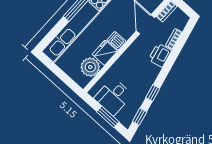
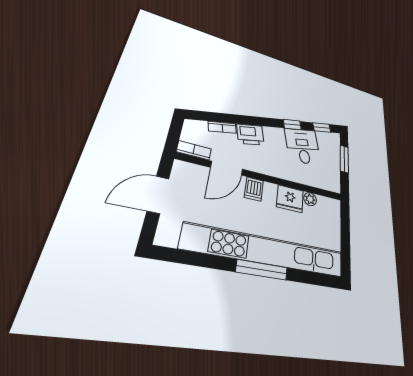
dishwasher: (117, 41) -> (254, 189), moved
plant: (90, 67) -> (310, 199), width x0.53, depth x0.53
desk: (113, 97) -> (303, 146), moved, turned -103

